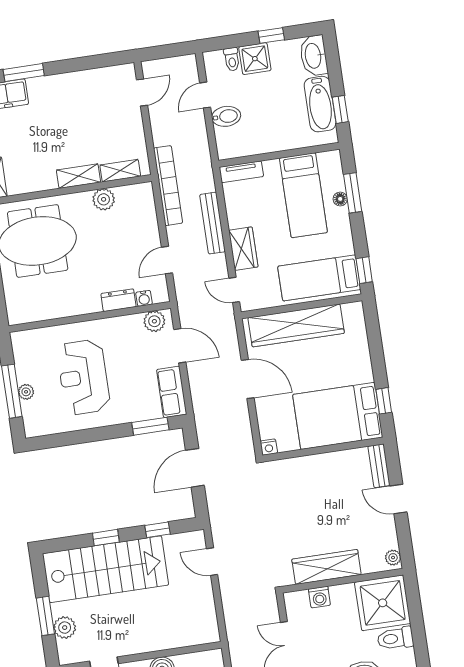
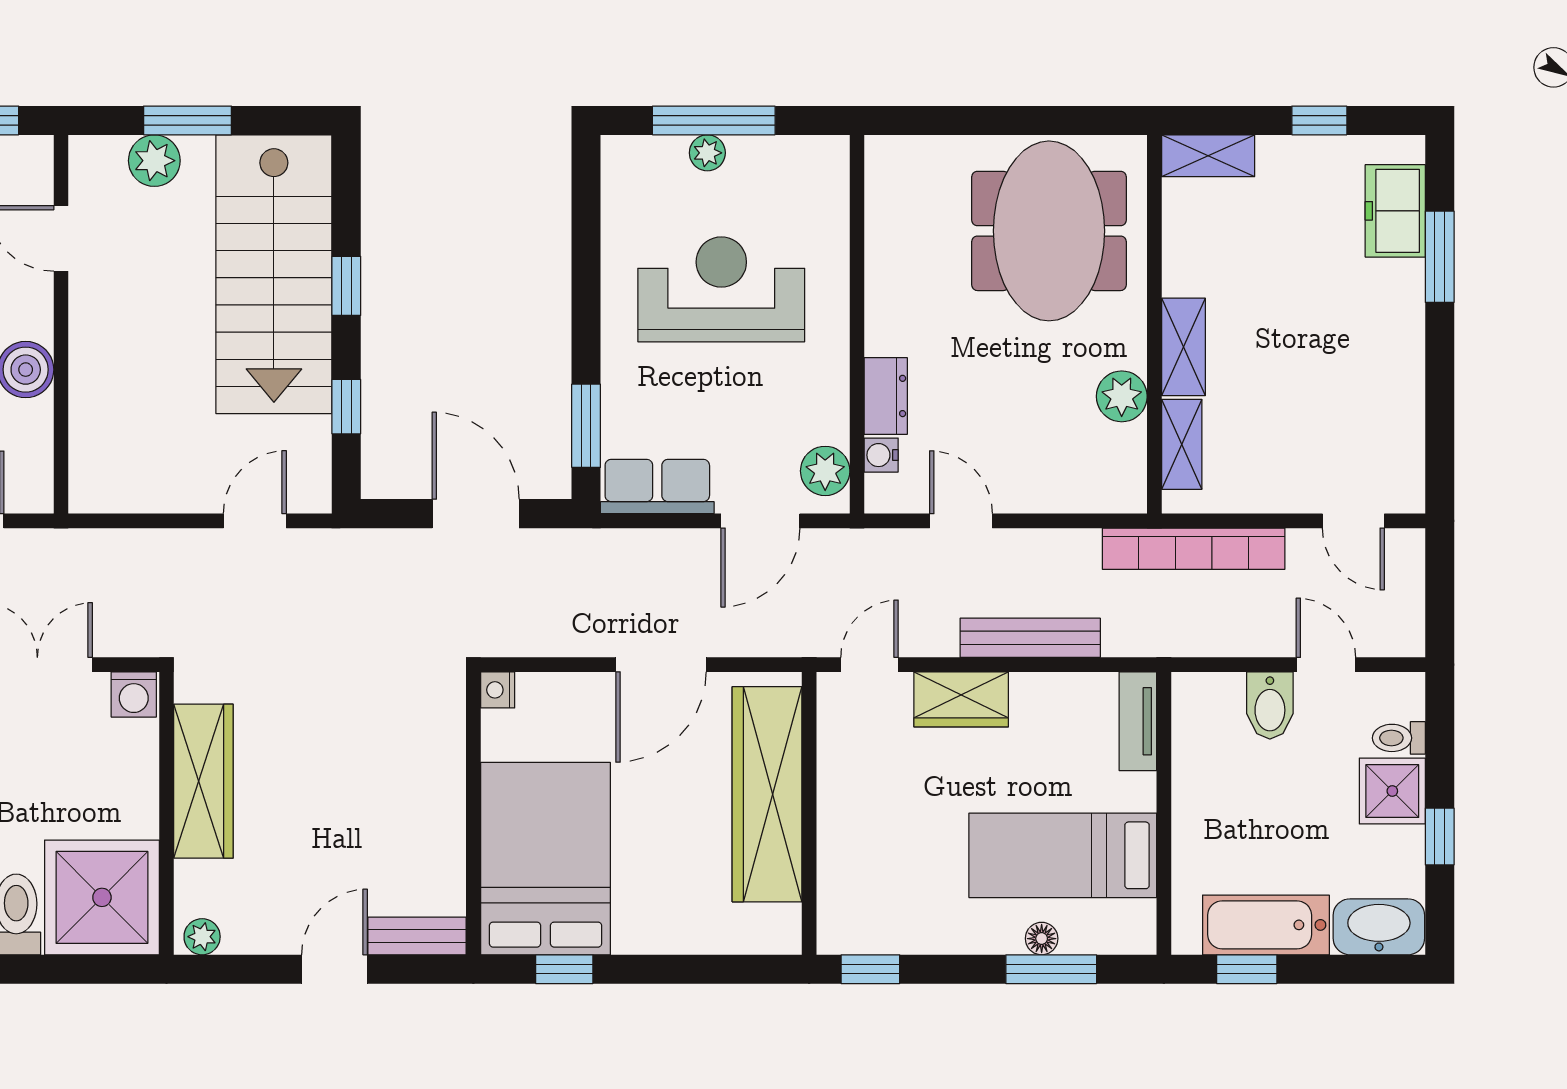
bookcase: (168, 186) -> (1194, 549), moved
bed: (319, 278) -> (868, 863), removed
washing machine: (319, 597) -> (134, 694), moved, turned -90

